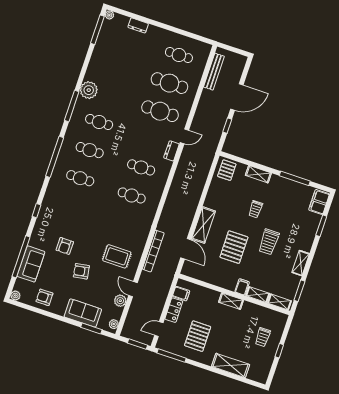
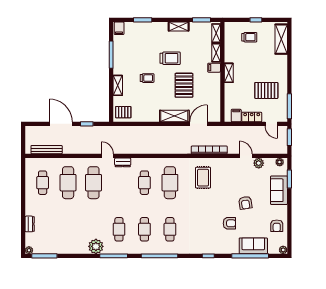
cafe table: (132, 195) -> (170, 183), width x1.37, depth x1.35
filing cabinet: (319, 202) -> (119, 28), width x0.50
pallet: (234, 247) -> (184, 85), turned 90
rug: (117, 256) -> (203, 178), moved
door: (133, 289) -> (246, 156), swing flipped
shelving: (231, 365) -> (281, 39), moved

